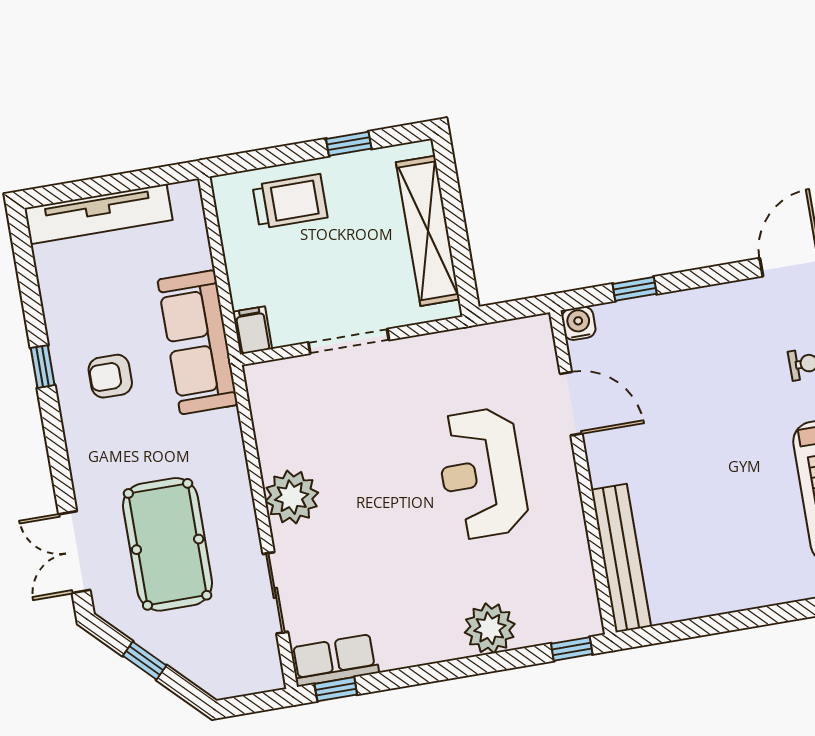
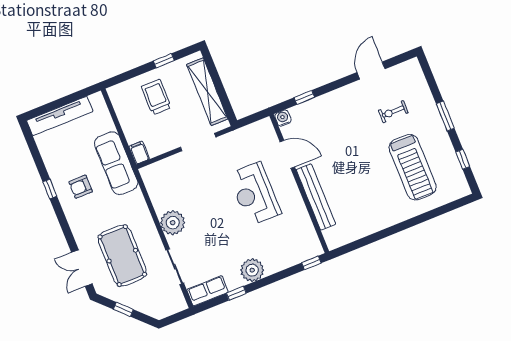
trolley: (290, 201) -> (156, 97), moved, turned -90
doorway: (349, 341) -> (198, 142), moved
bench: (621, 558) -> (316, 197), moved
plant: (490, 628) -> (252, 270), moved
window: (336, 689) -> (236, 293), moved

